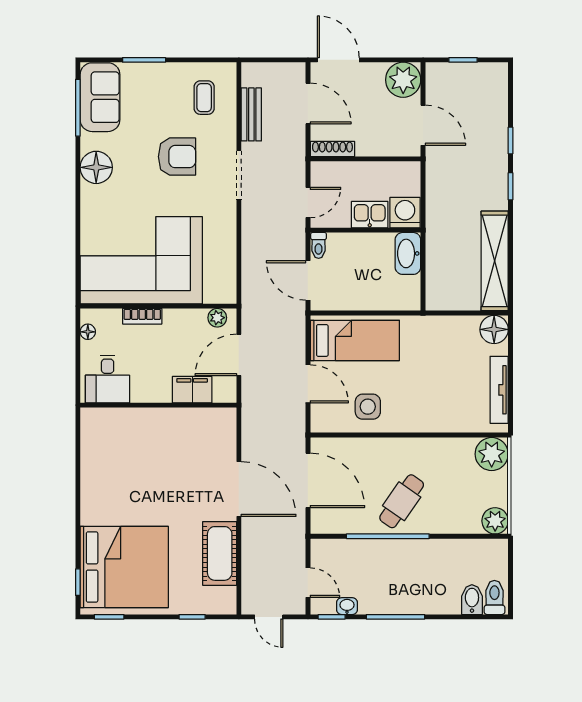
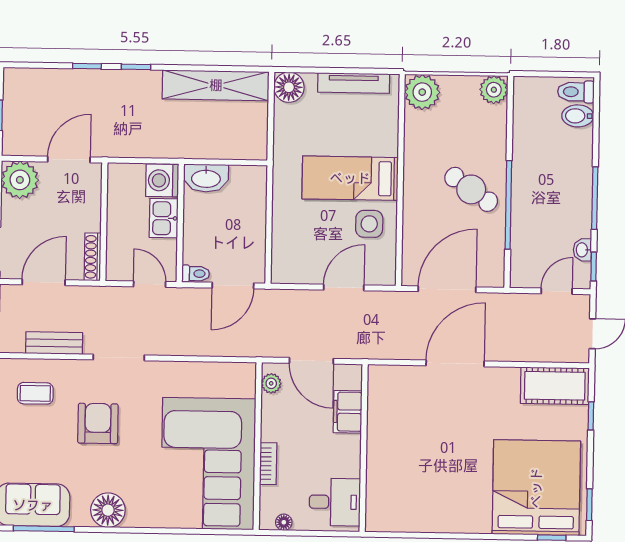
bed: (355, 340) -> (350, 178), moved, turned -90
cot: (220, 553) -> (555, 386), moved

